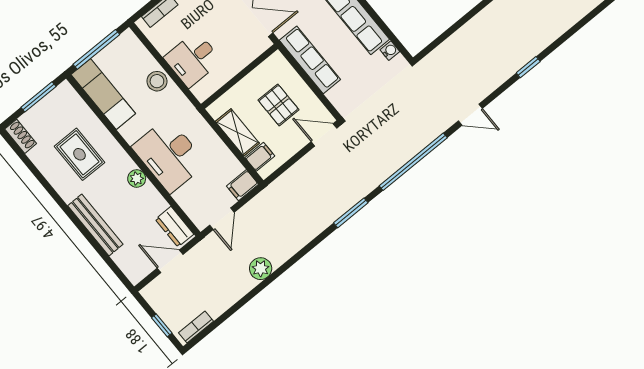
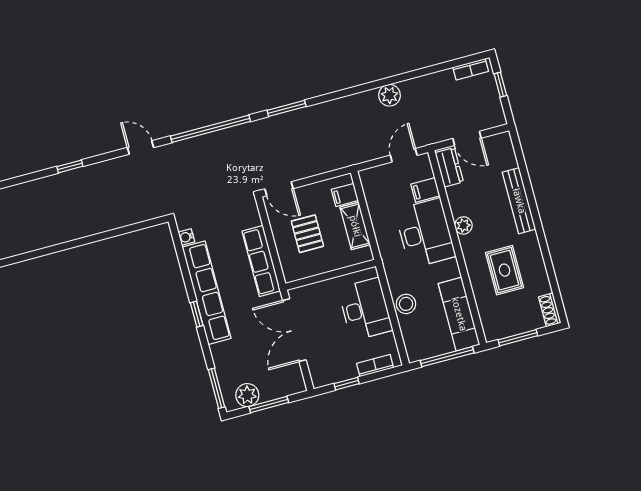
desk: (193, 59) -> (365, 309), width x1.37
filing cabinet: (242, 185) -> (425, 190), moved, turned 180

